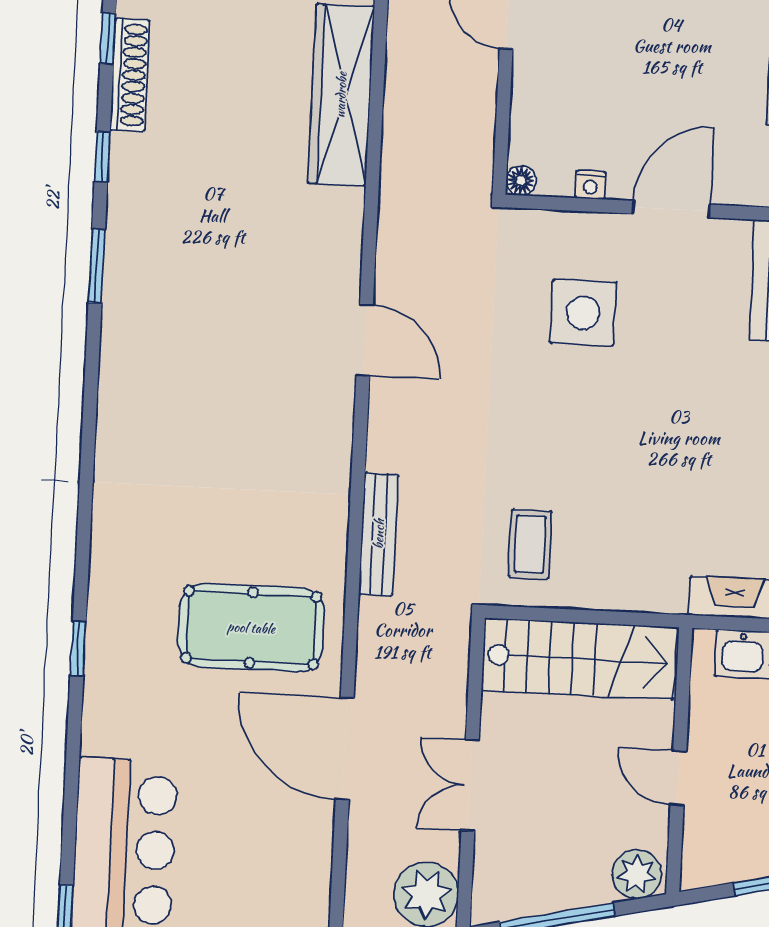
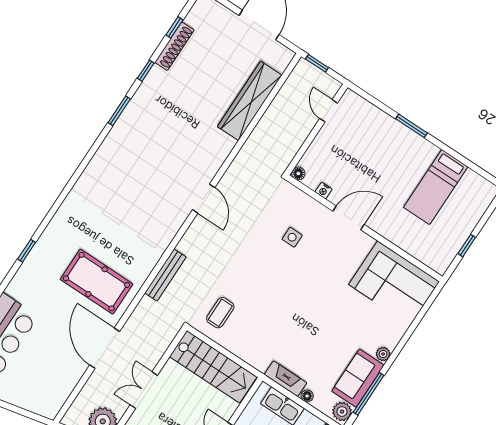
side table: (583, 313) -> (292, 237), width x0.54, depth x0.54

